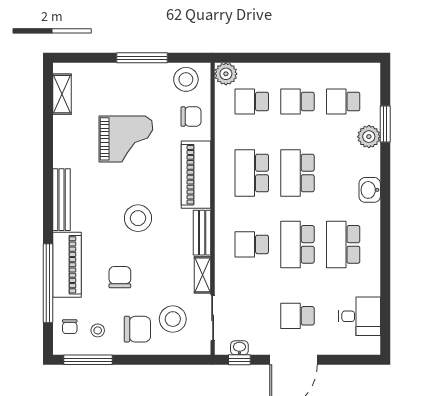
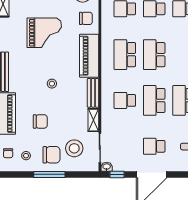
stool: (138, 218) -> (52, 84), width x0.53, depth x0.53
chair: (120, 277) -> (40, 121), turned 90
washbasin: (239, 348) -> (107, 167), moved
window: (88, 360) -> (49, 174), moved

